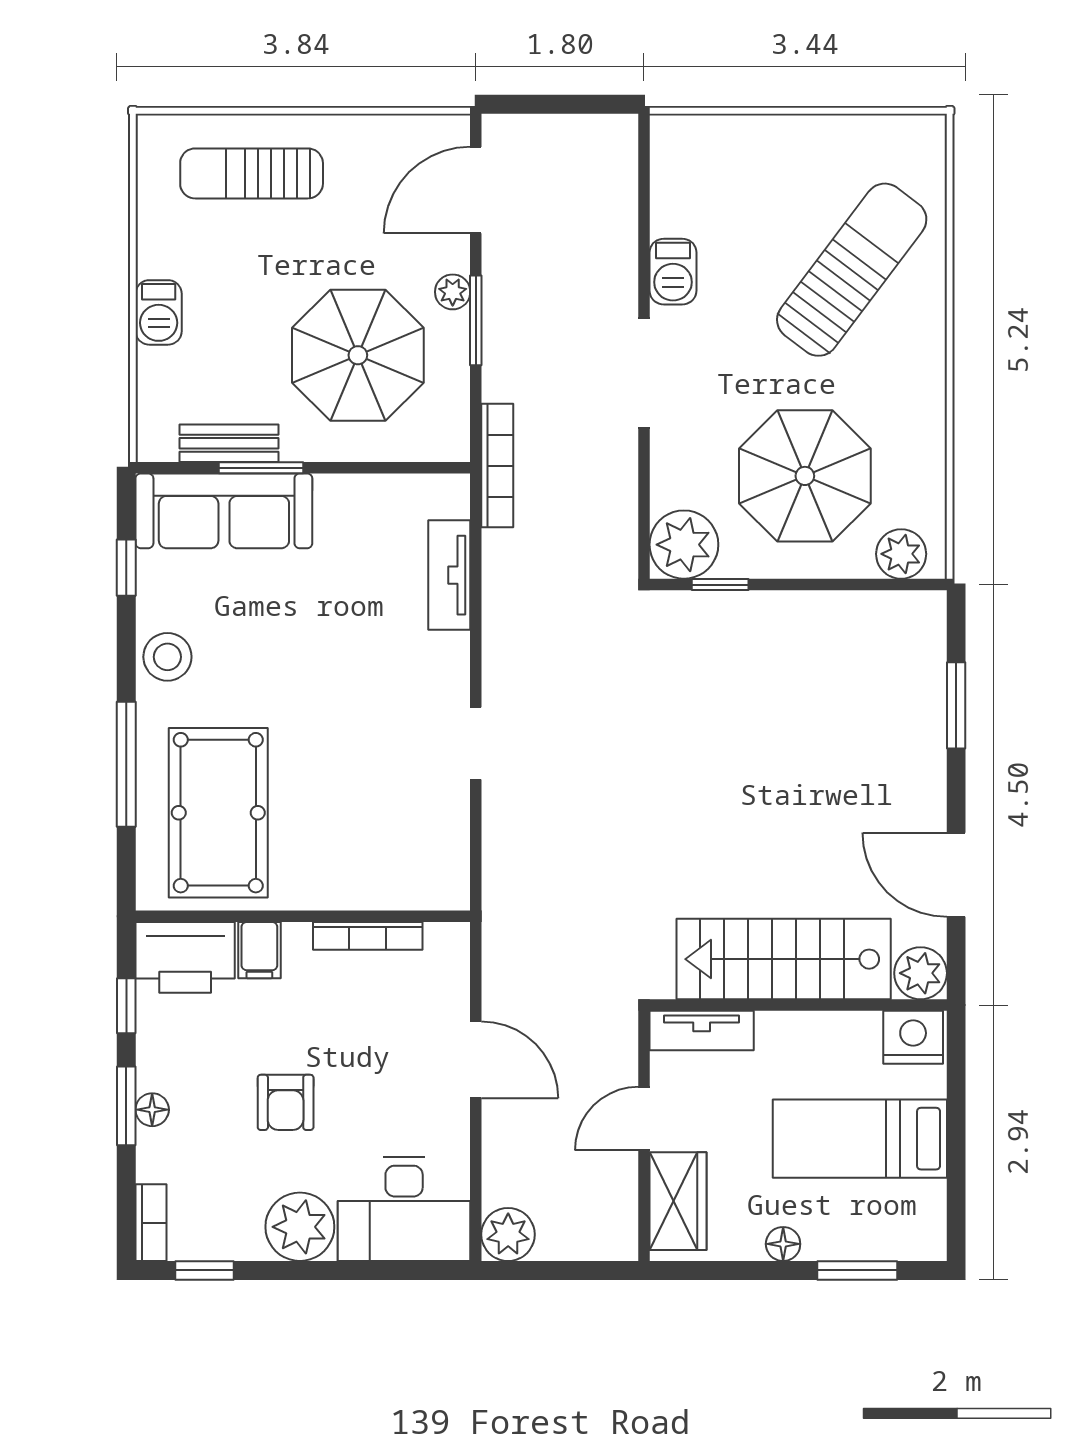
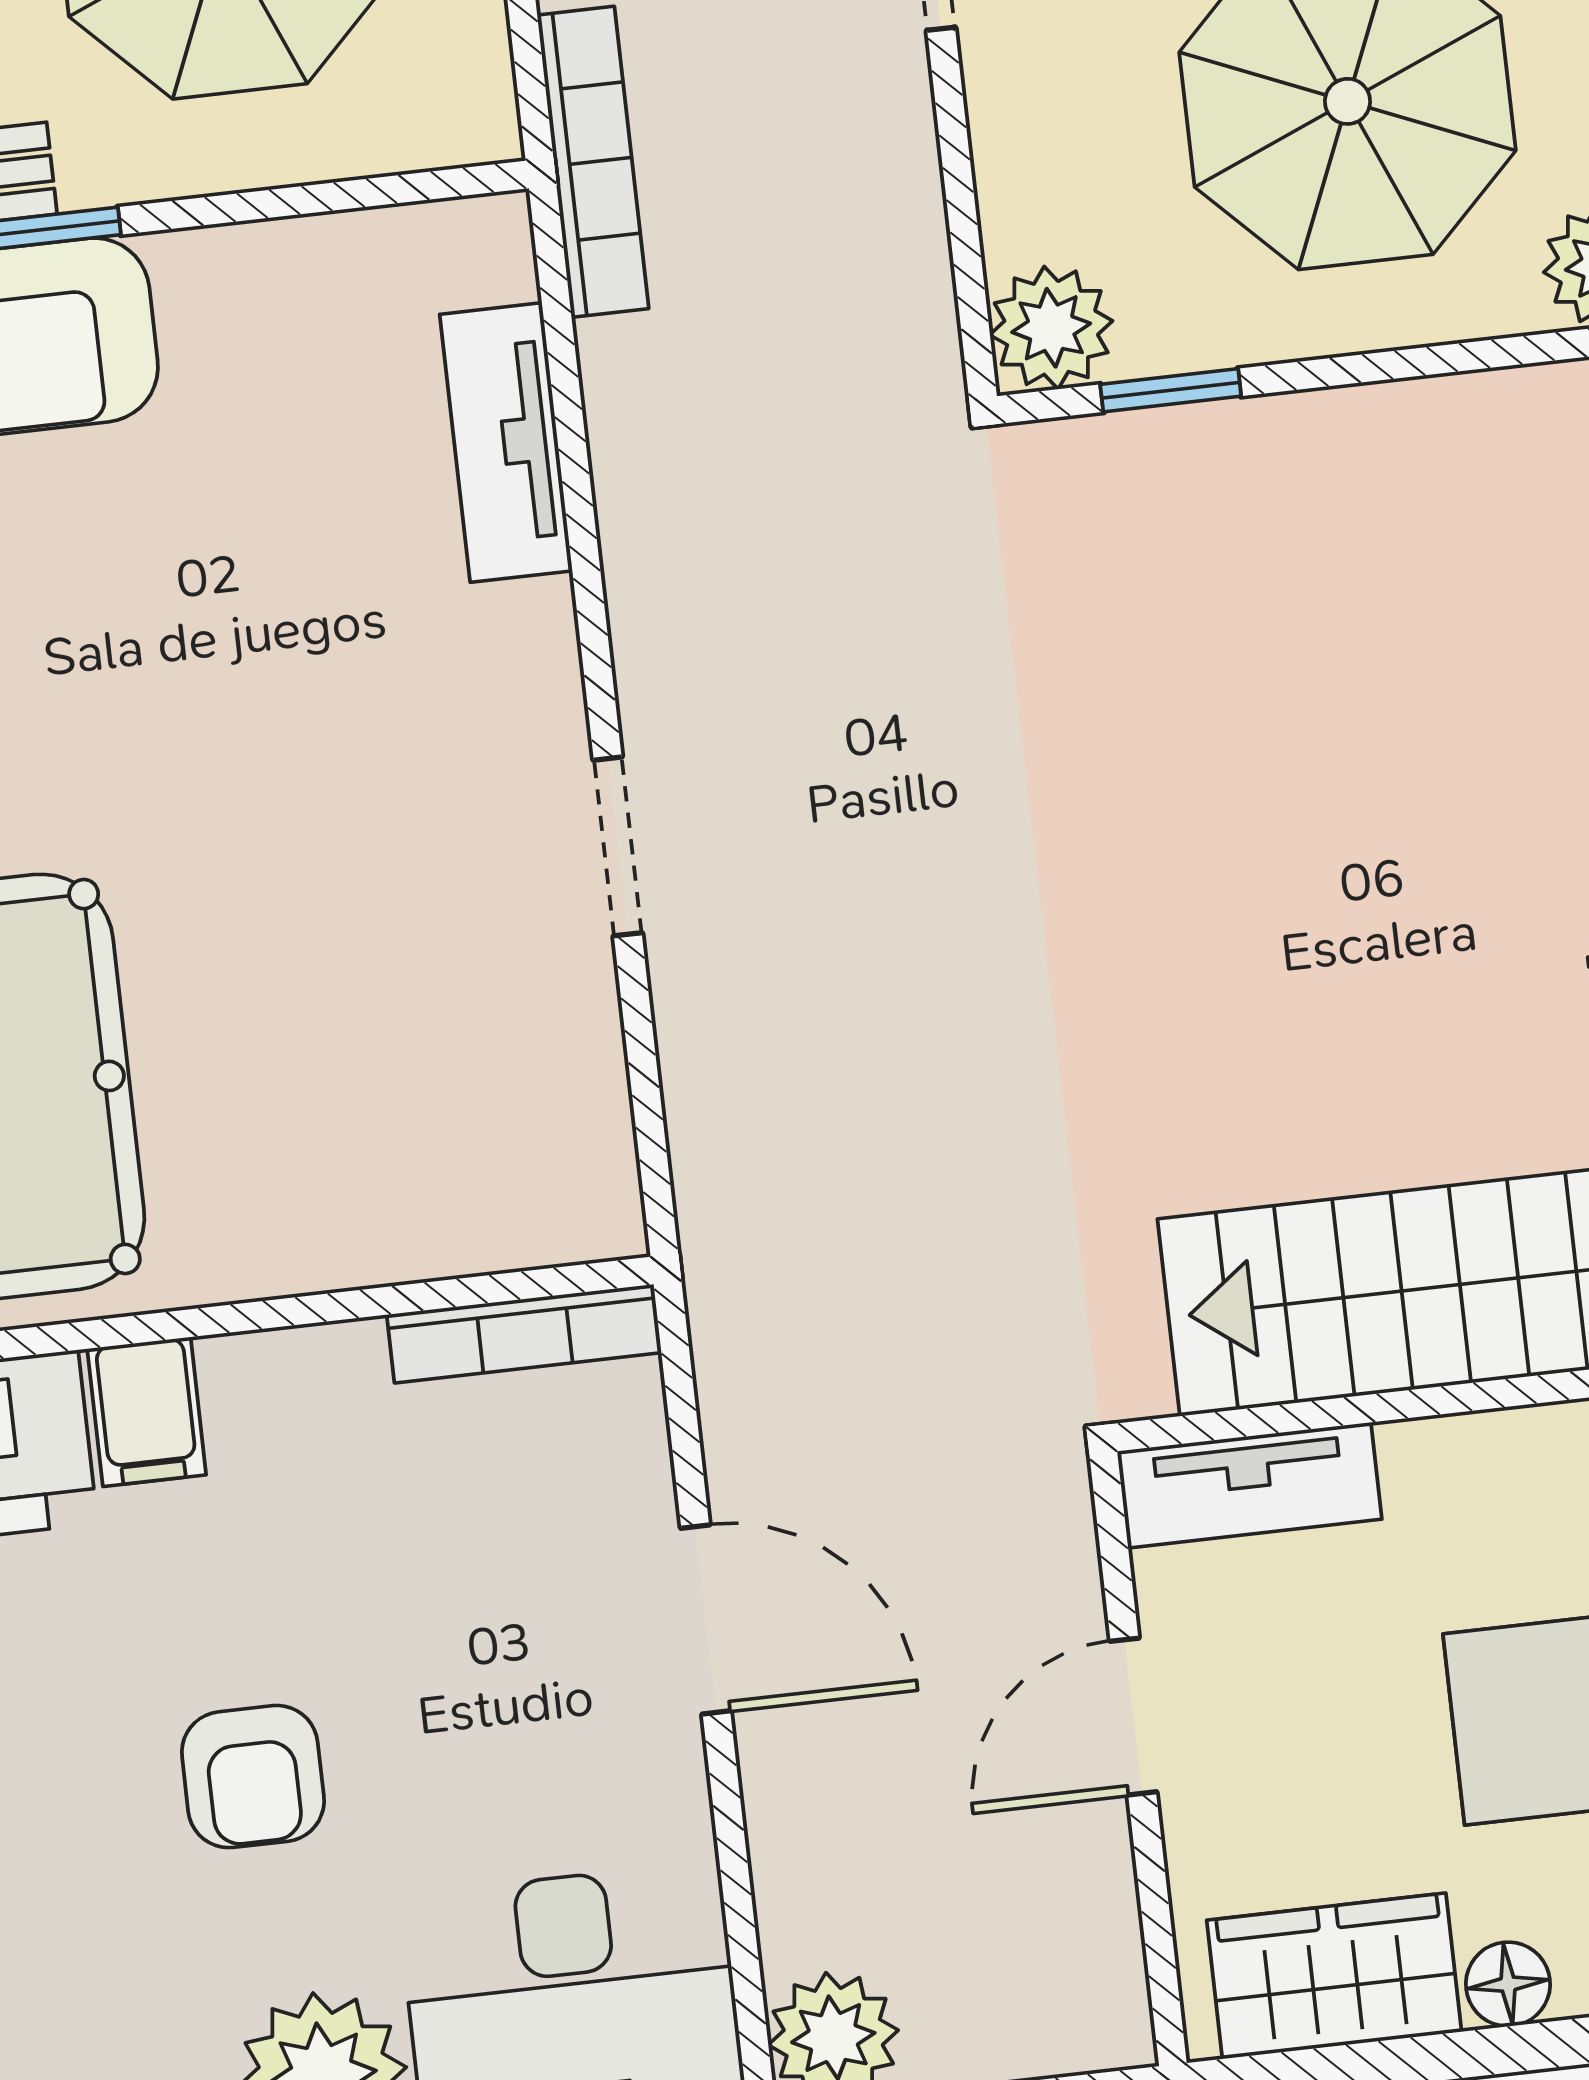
plant: (684, 545) -> (1051, 328), width x0.73, depth x0.73
bookcase: (368, 936) -> (524, 1334), moved
wardrobe: (678, 1201) -> (1334, 1976), moved, turned -90

